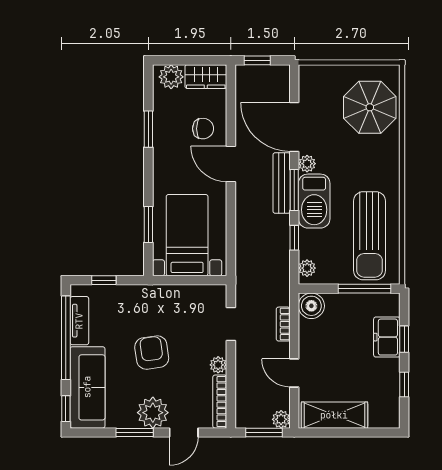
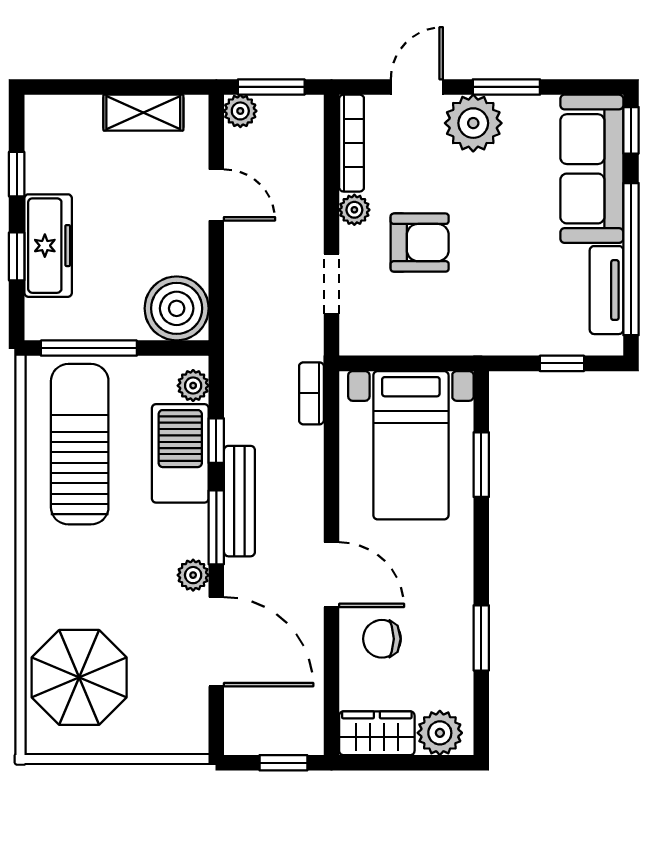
bench: (282, 183) -> (239, 501), moved
barbecue: (314, 201) -> (180, 453), moved
boiler: (311, 306) -> (177, 308), width x1.37, depth x1.37
bookcase: (283, 324) -> (311, 393), moved, turned 180
freezer: (387, 337) -> (48, 246), width x1.40
armchair: (152, 353) -> (420, 243), moved, turned -82
shelving: (334, 415) -> (143, 113), width x0.67, depth x0.75

